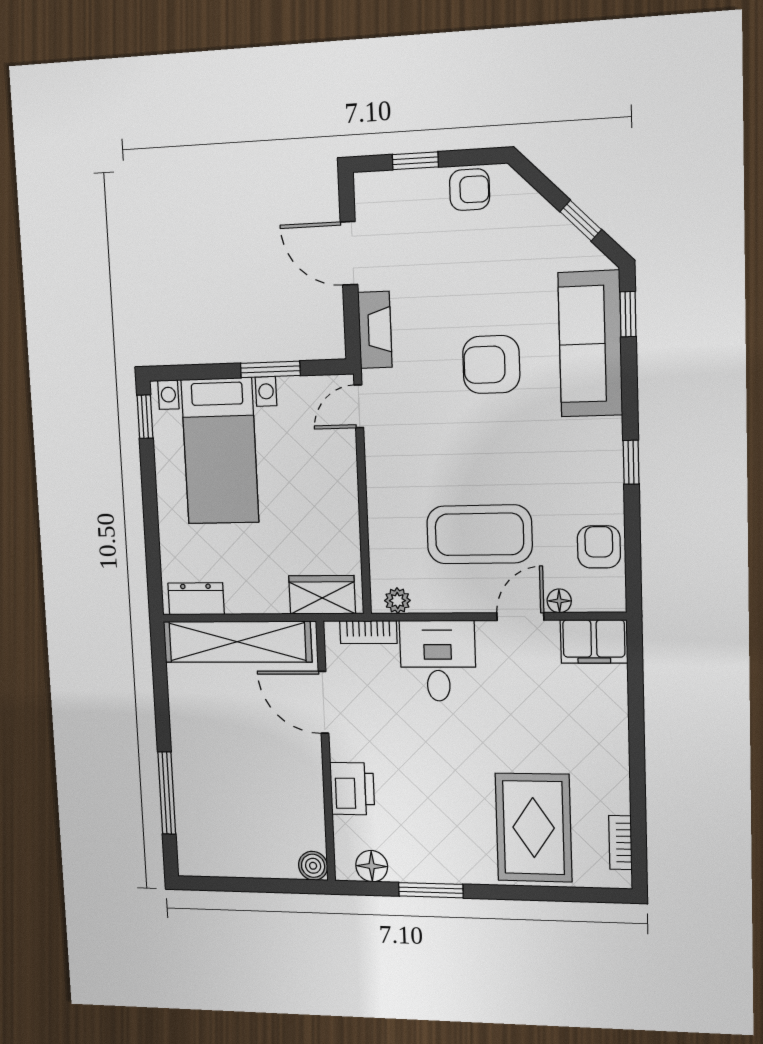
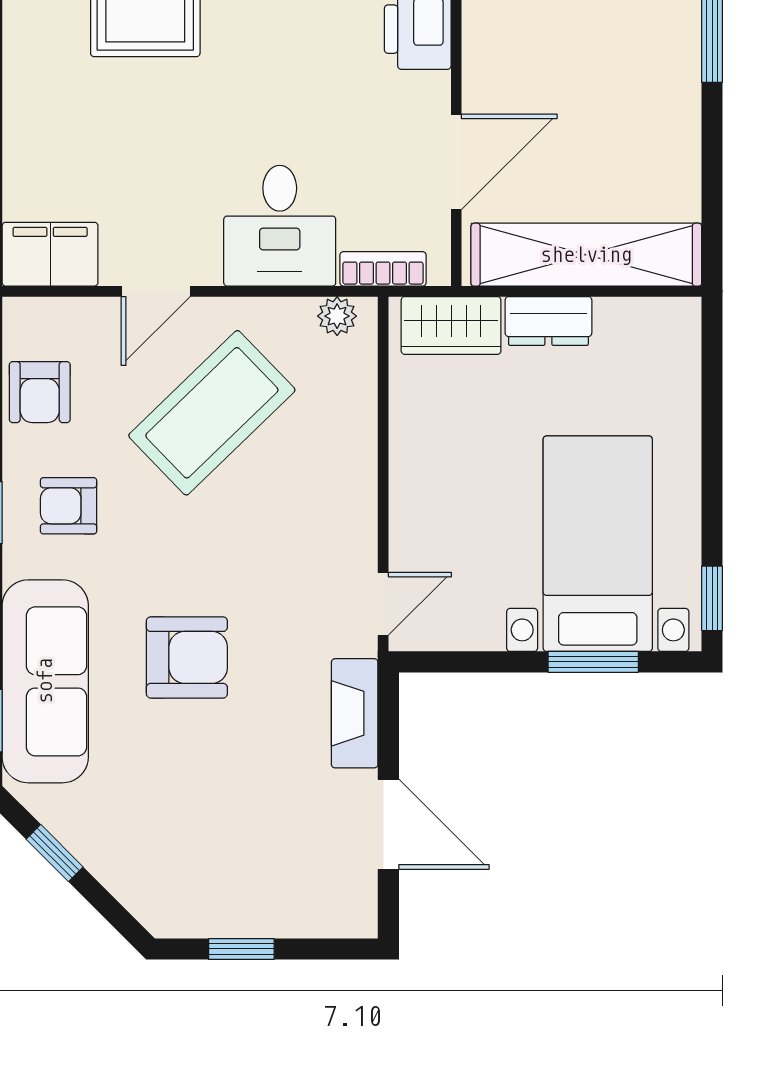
window: (415, 161) -> (241, 949), moved
armchair: (470, 190) -> (69, 506), moved
window: (270, 369) -> (593, 662), moved
coffee table: (479, 534) -> (212, 413), turned -44
dresser: (196, 599) -> (548, 321), moved
floor lamp: (559, 601) -> (99, 314), removed
door: (323, 702) -> (456, 162), hinge flipped

